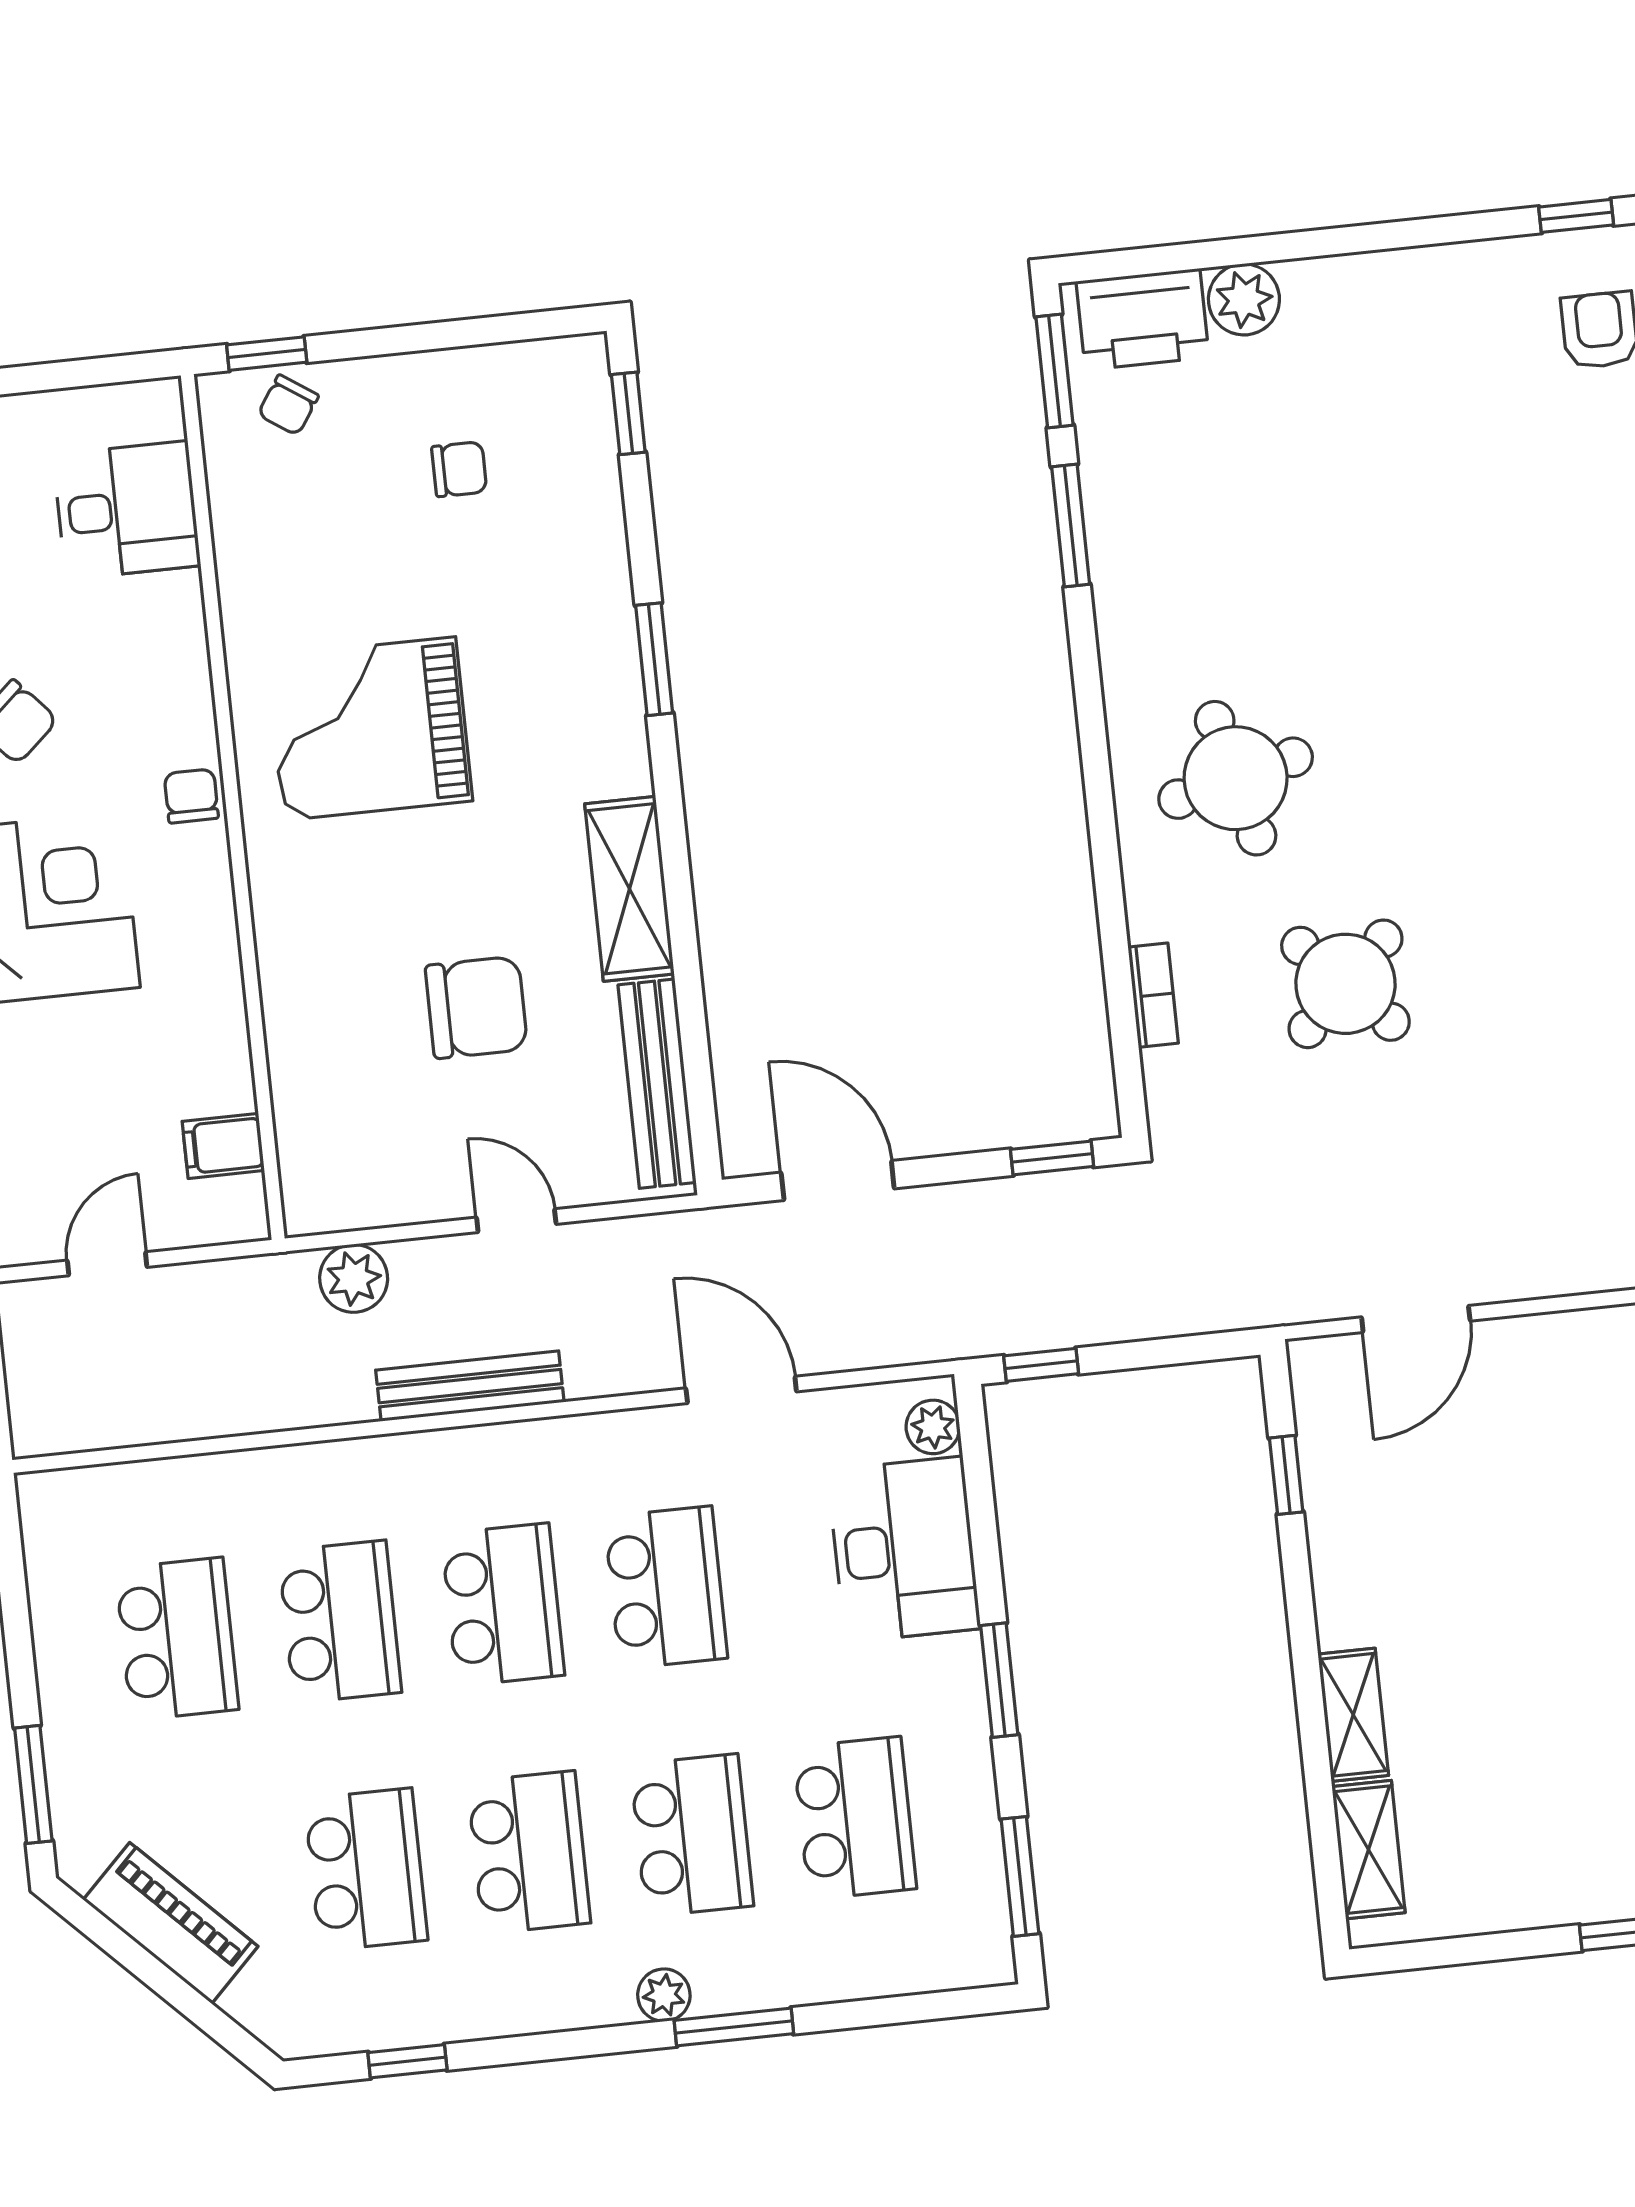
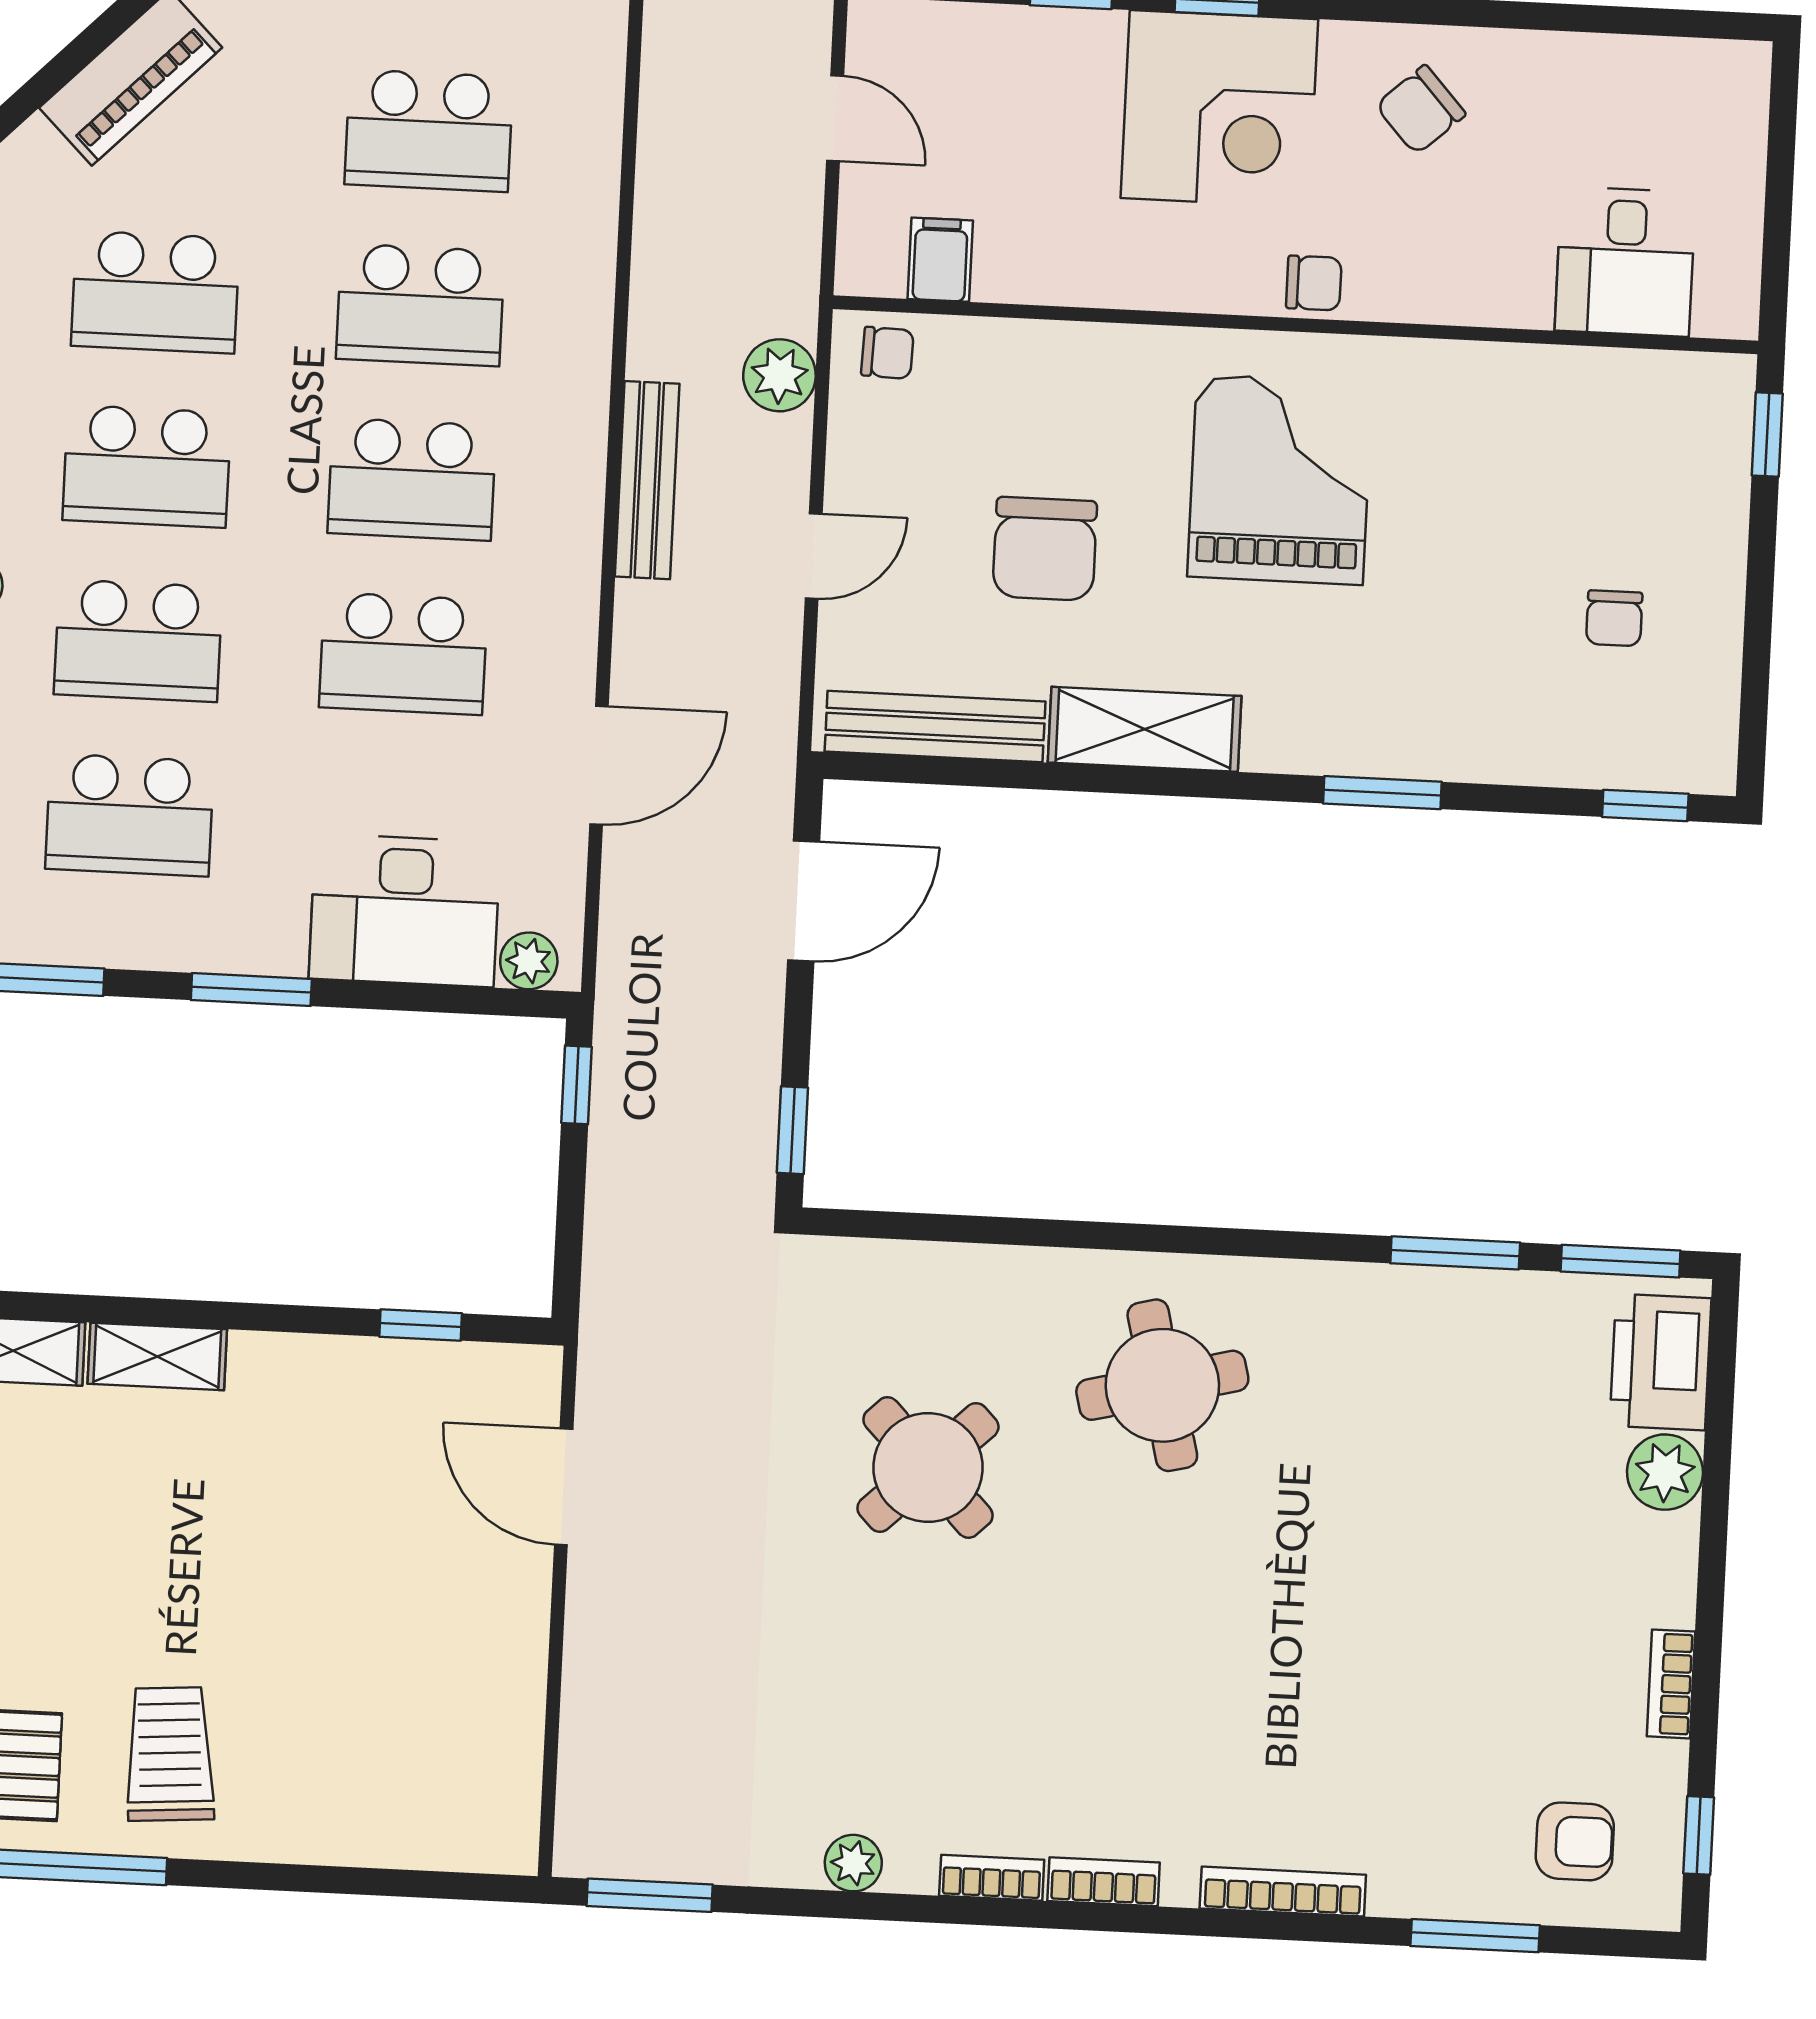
chair: (288, 405) -> (887, 353), moved, turned 148
grand piano: (370, 729) -> (1280, 480), moved
bookcase: (1153, 995) -> (1671, 1684), moved, turned 90

